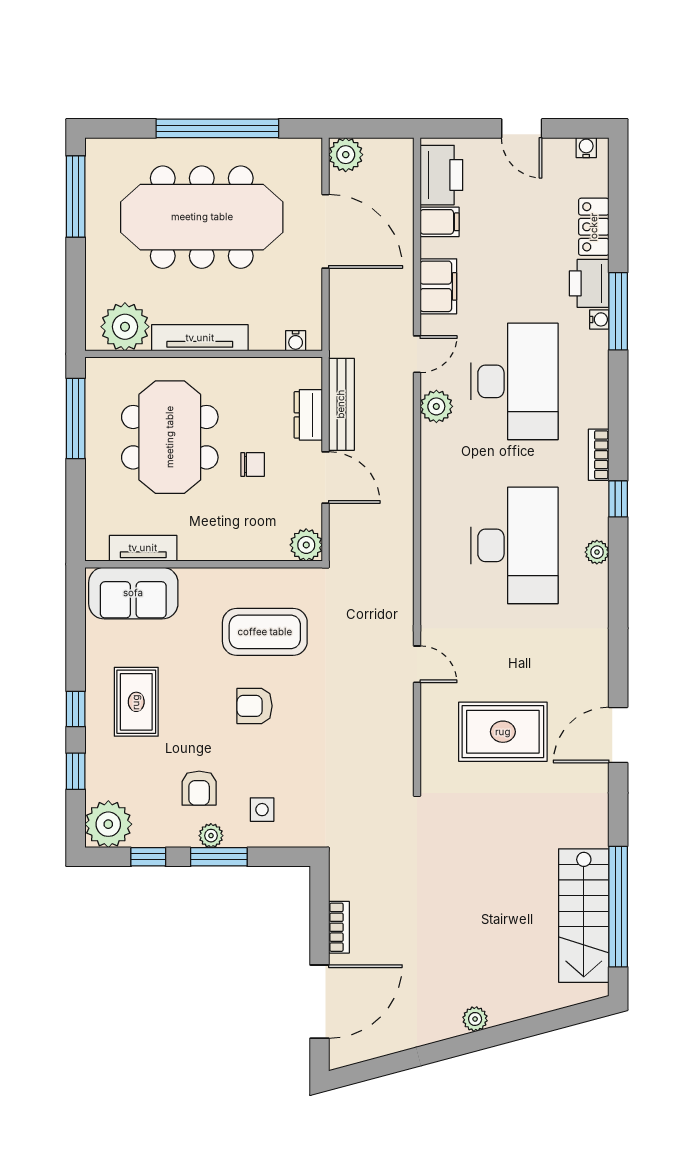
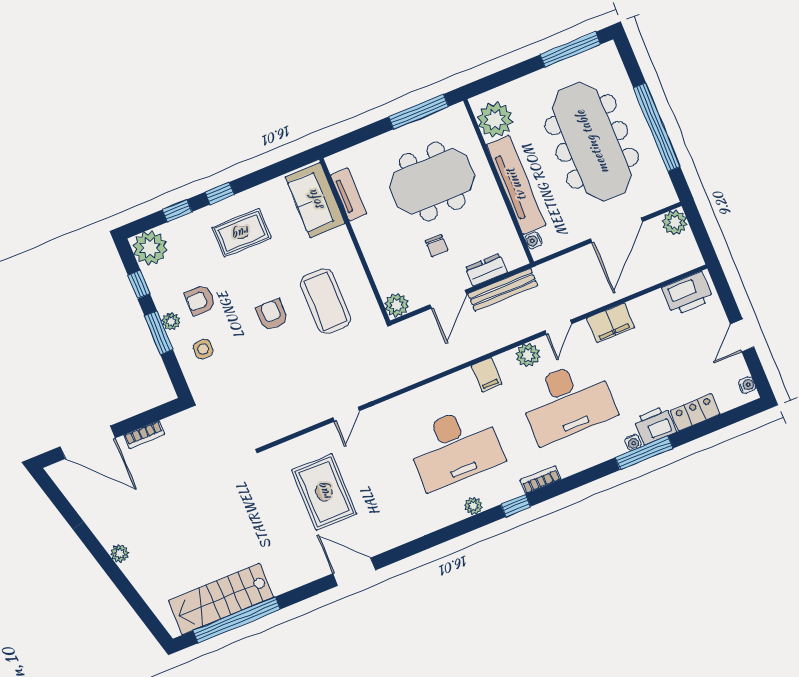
filing cabinet: (440, 222) -> (487, 375), moved
tv unit: (200, 338) -> (516, 185), width x1.36, depth x1.29
door: (417, 354) -> (558, 327), hinge flipped

